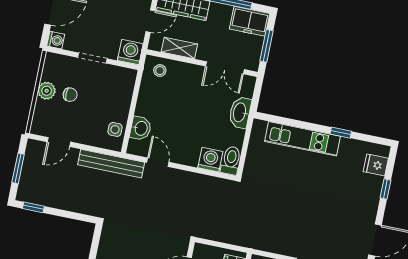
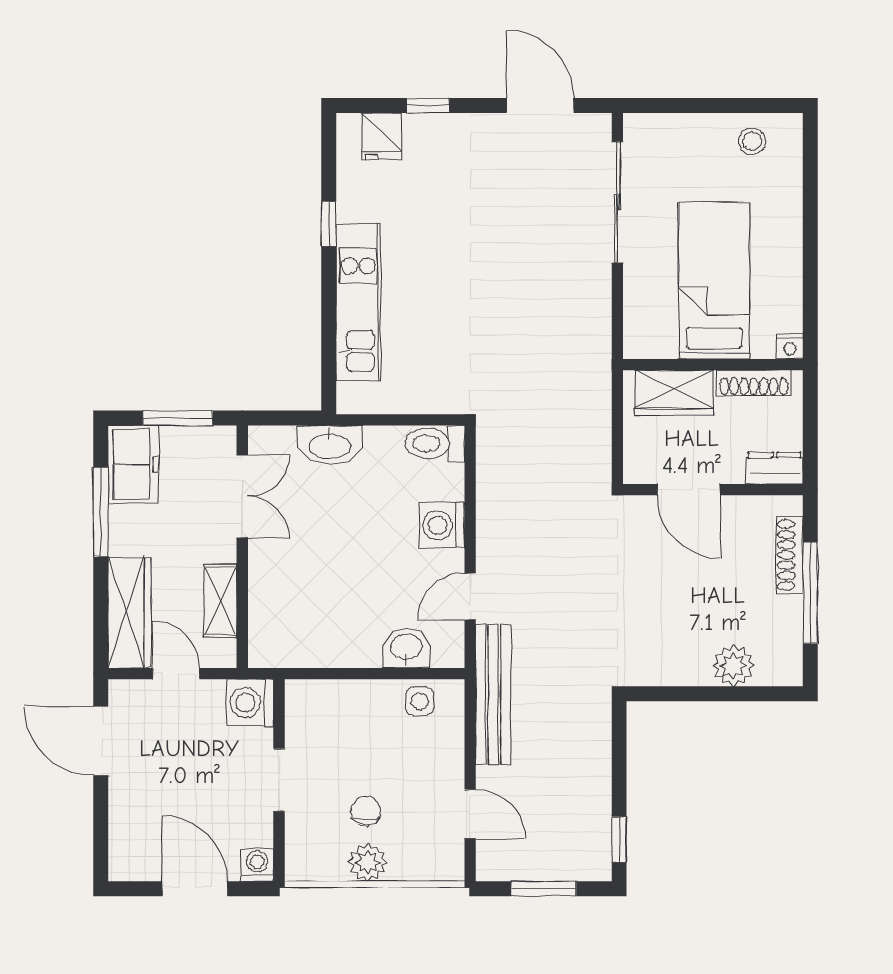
stool: (160, 71) -> (276, 632), removed
washing machine: (210, 160) -> (442, 525), moved

